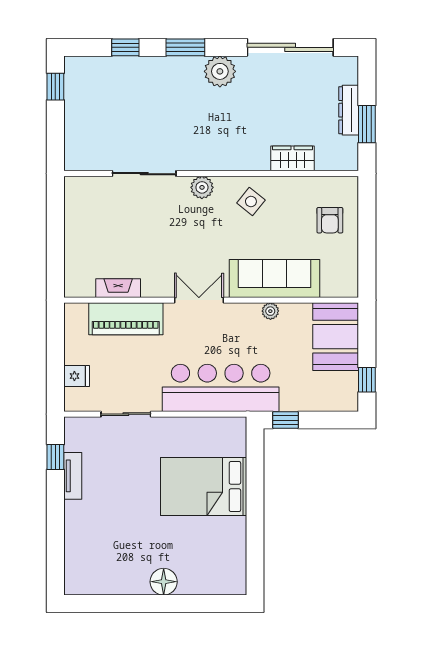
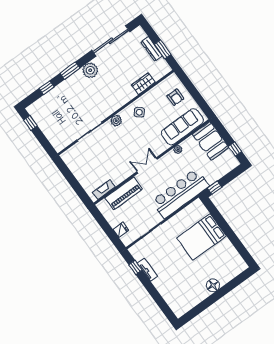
sofa: (274, 278) -> (182, 127), moved
fireplace: (118, 288) -> (104, 190), moved

